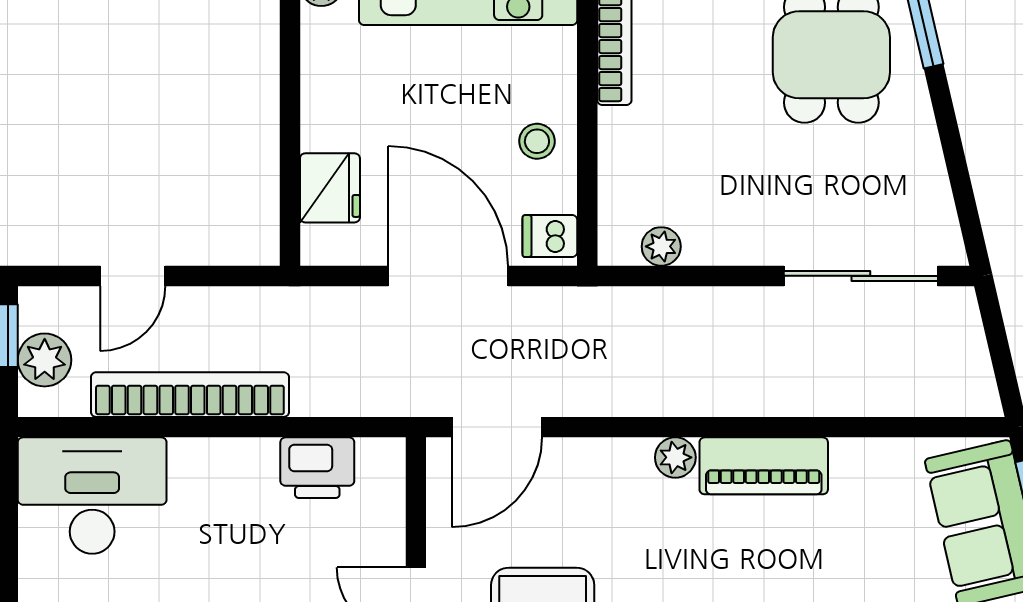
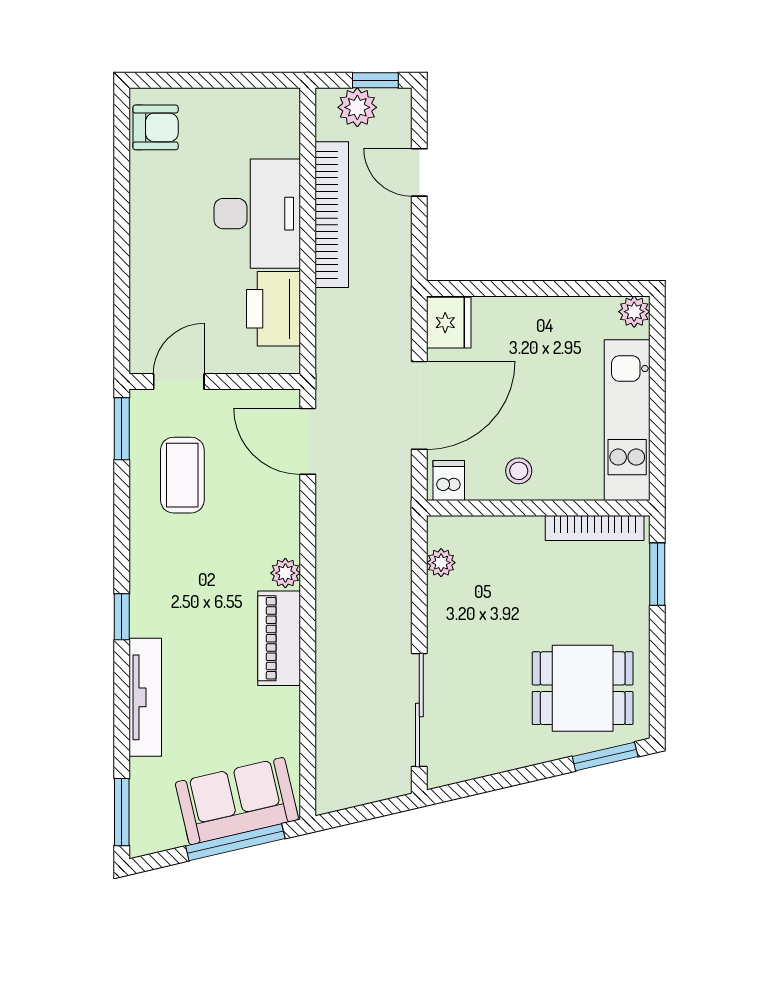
fridge: (330, 188) -> (449, 323), moved, turned -90
printer: (317, 468) -> (273, 309), width x1.37, depth x1.19
desk: (92, 496) -> (257, 214), moved

